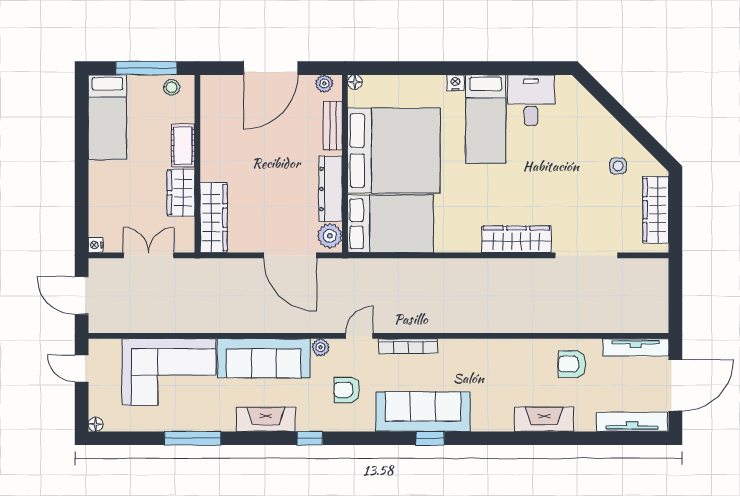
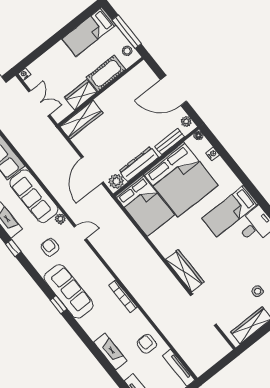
nightstand: (455, 83) -> (213, 154), moved
cot: (183, 146) -> (106, 73), width x1.37, depth x1.34
bookcase: (408, 346) -> (123, 296), moved

